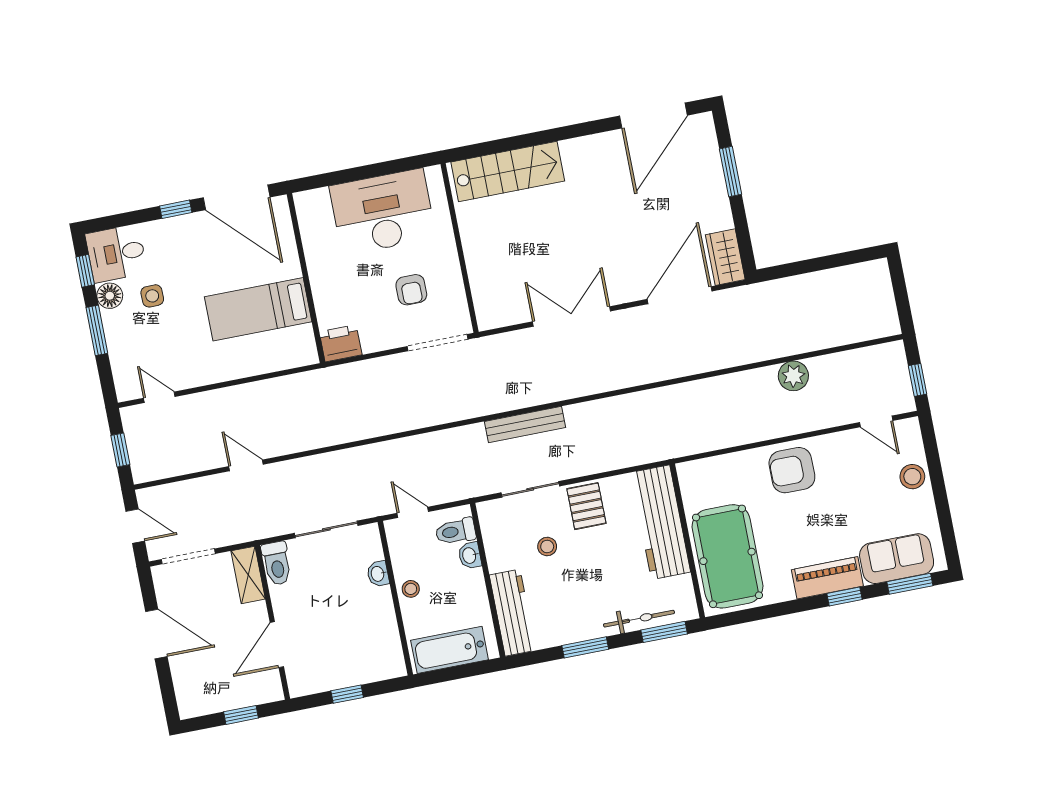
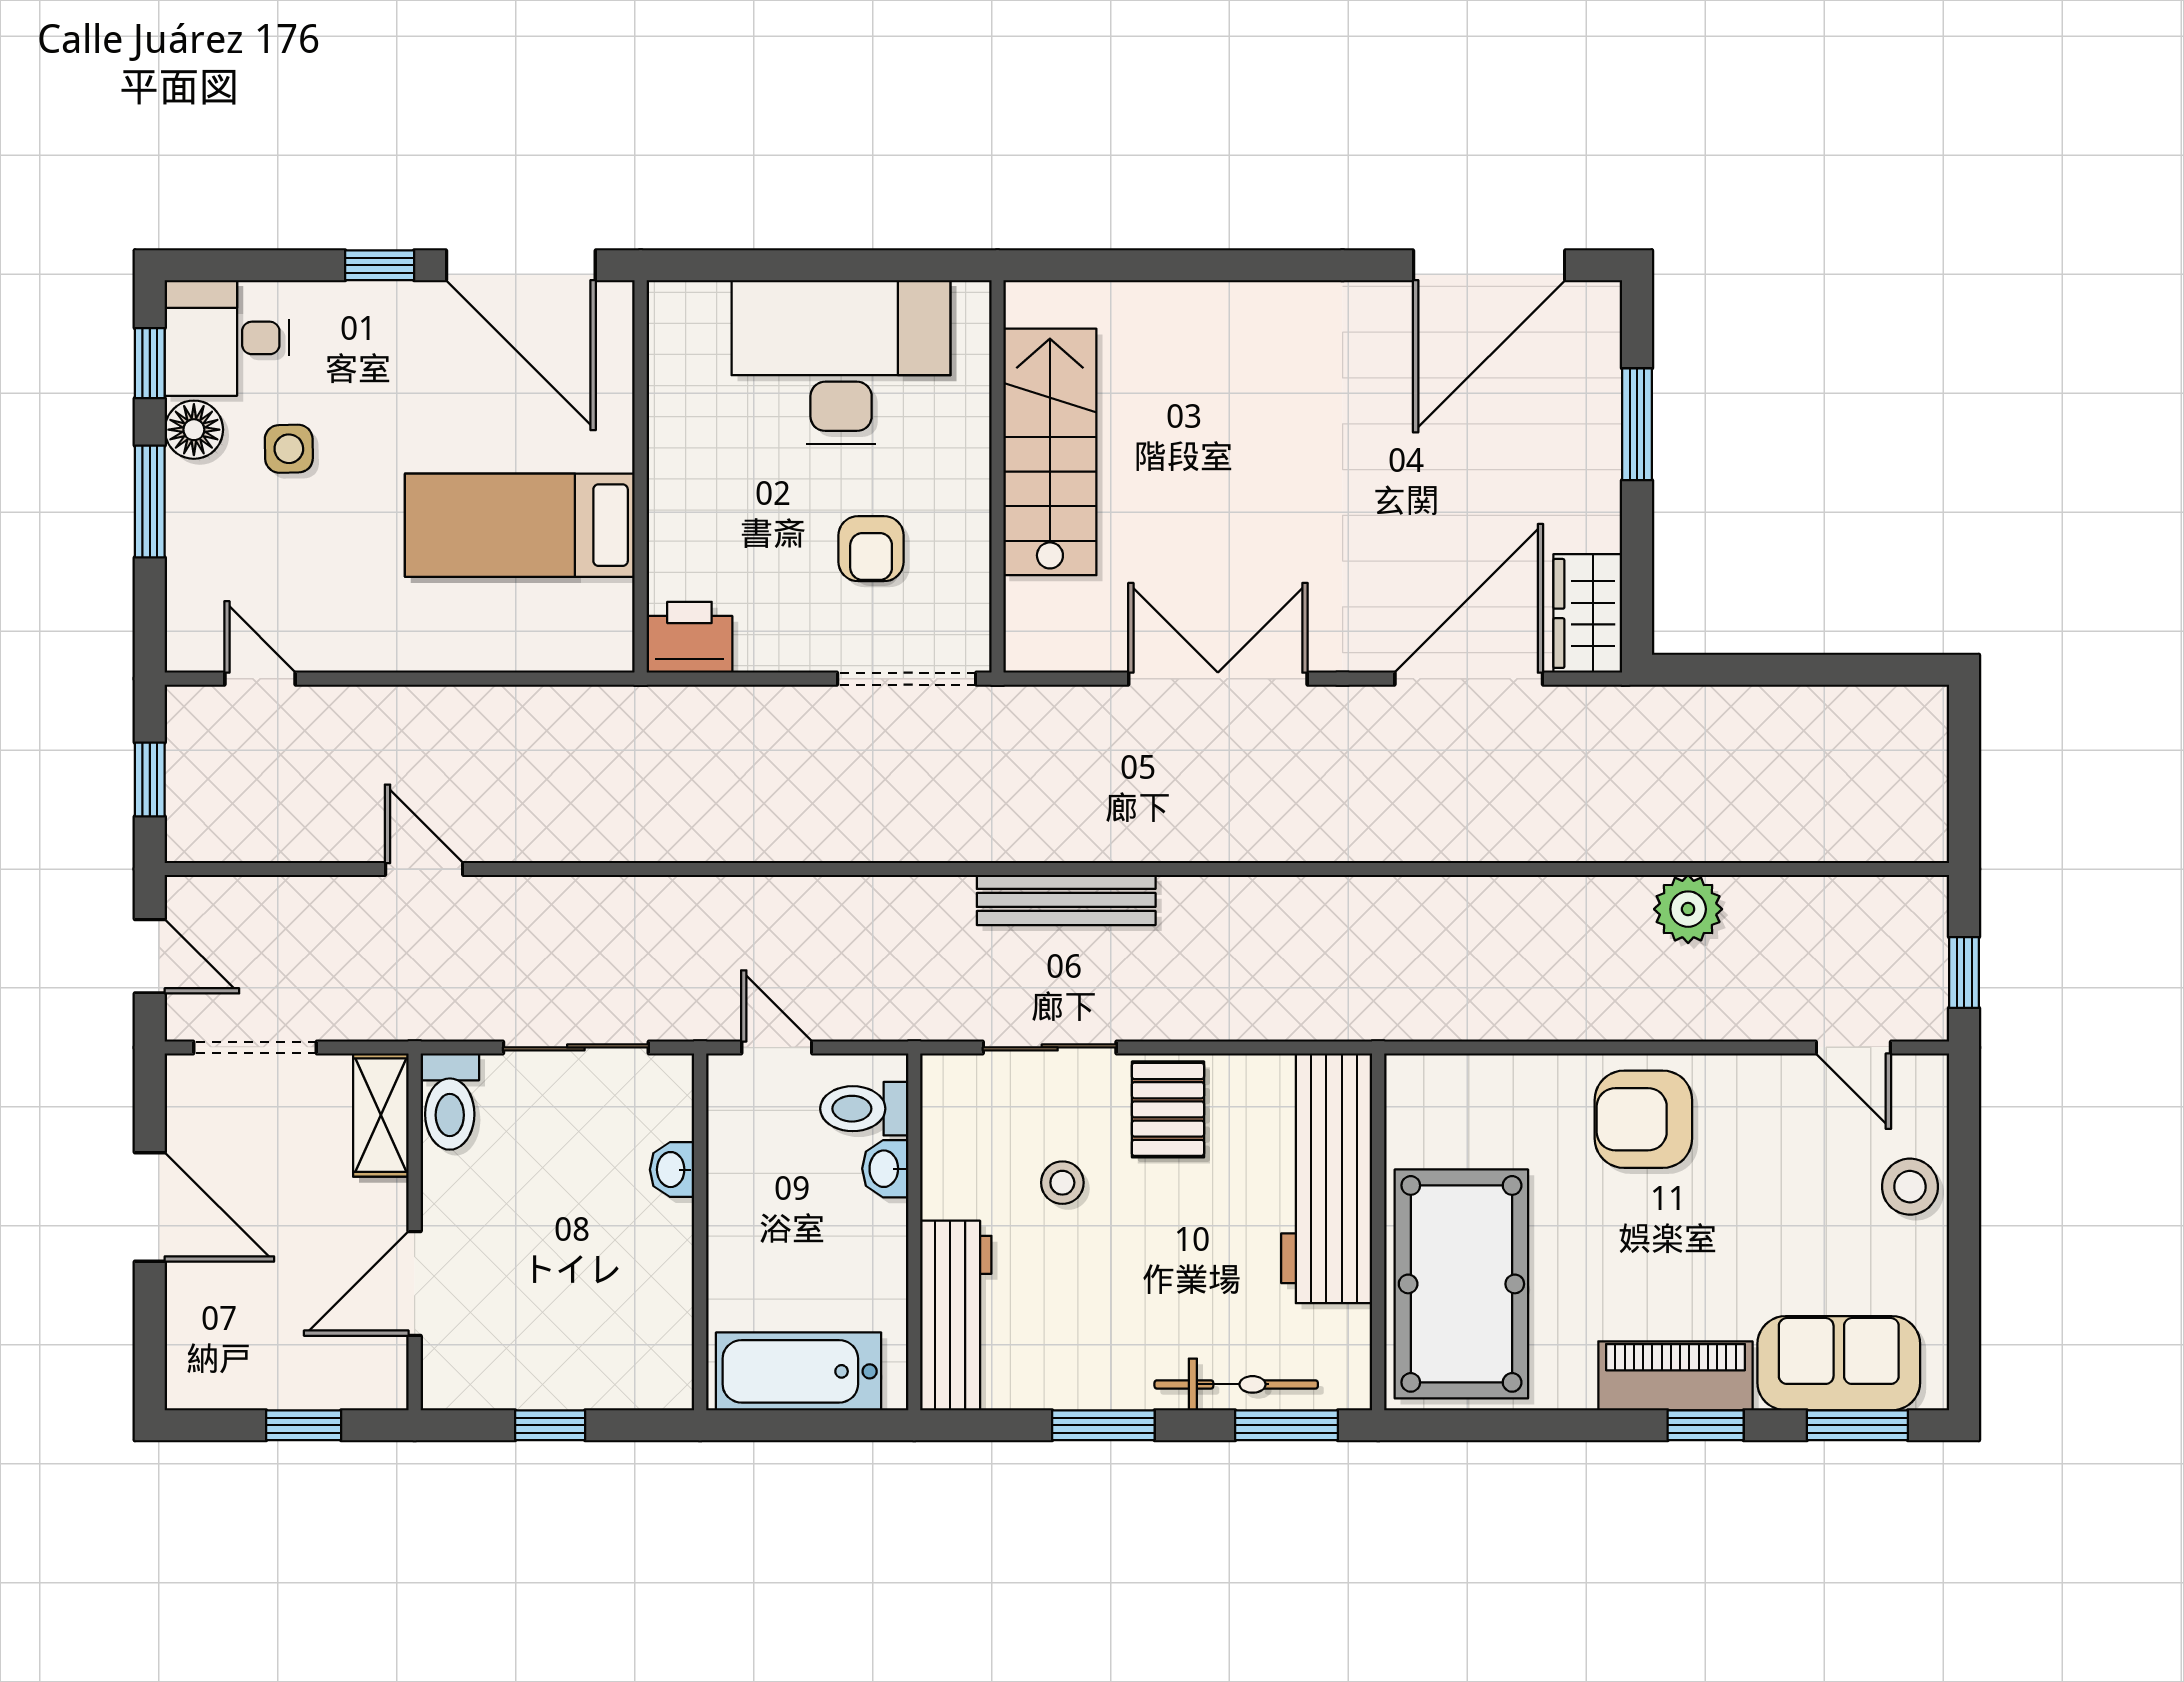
stairs: (508, 172) -> (1050, 452), moved, turned -90
stool: (411, 589) -> (739, 1218), removed

